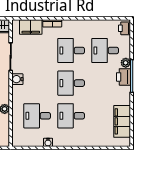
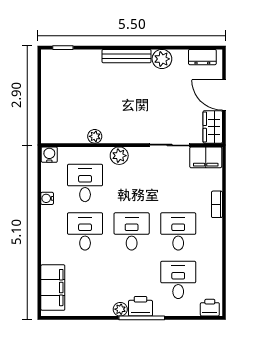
filing cabinet: (31, 27) -> (206, 157), moved, turned -90
plant: (126, 63) -> (120, 309), moved
water cooler: (17, 79) -> (49, 155), moved
plant: (18, 92) -> (119, 156), added
filing cabinet: (122, 121) -> (53, 288), moved, turned 90

